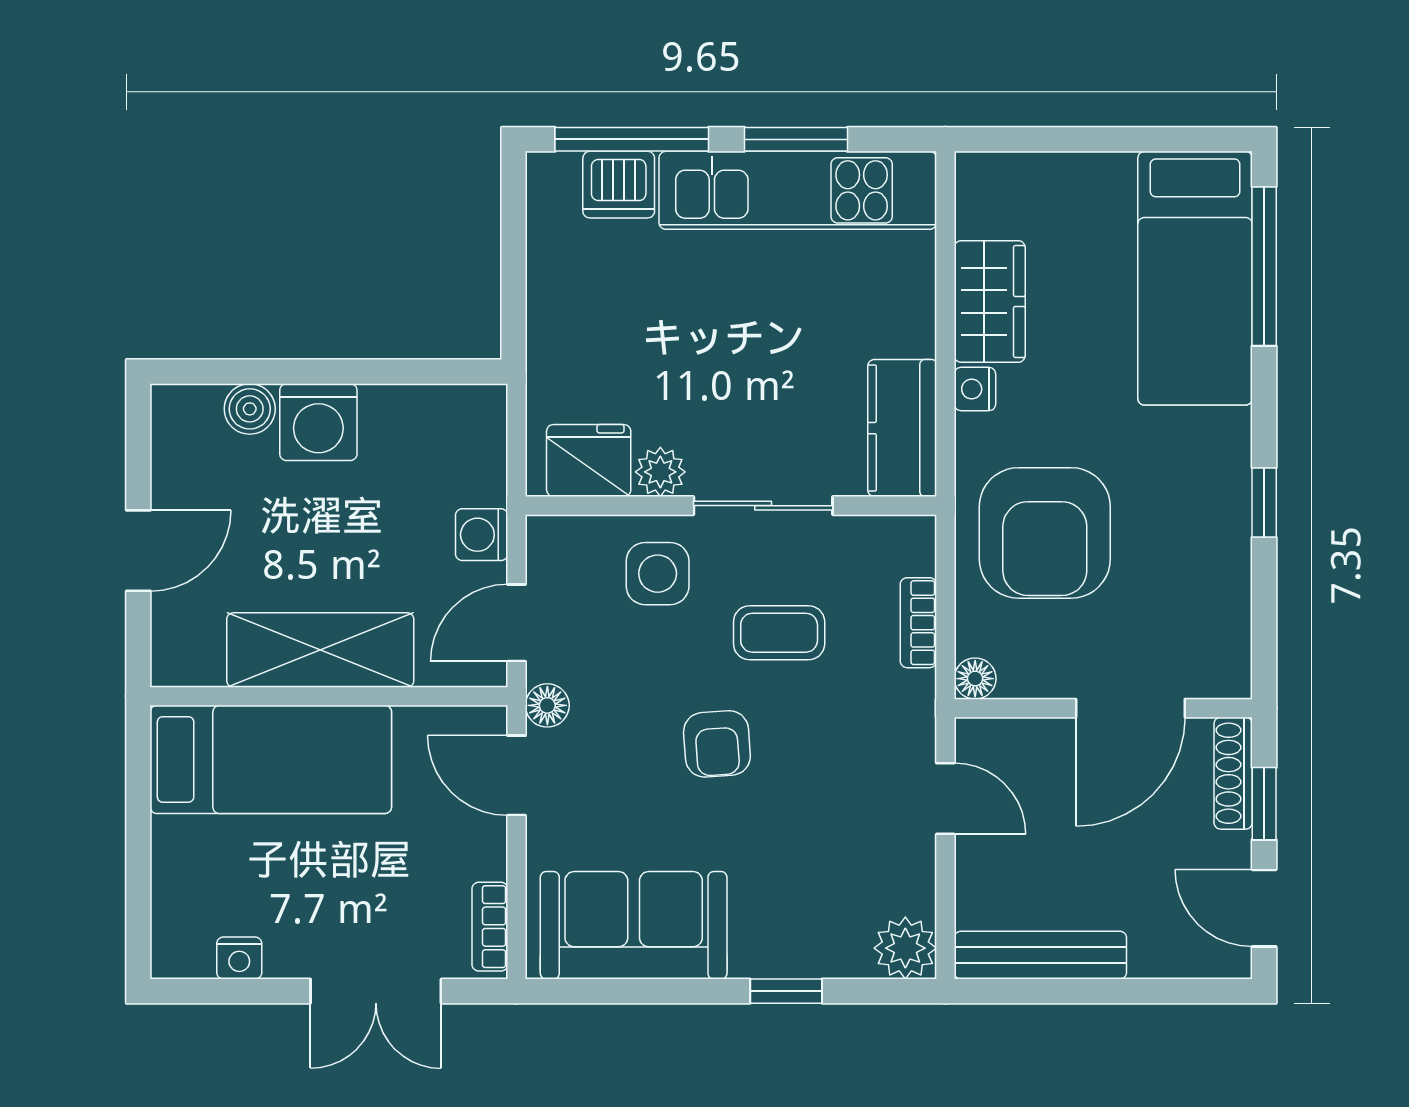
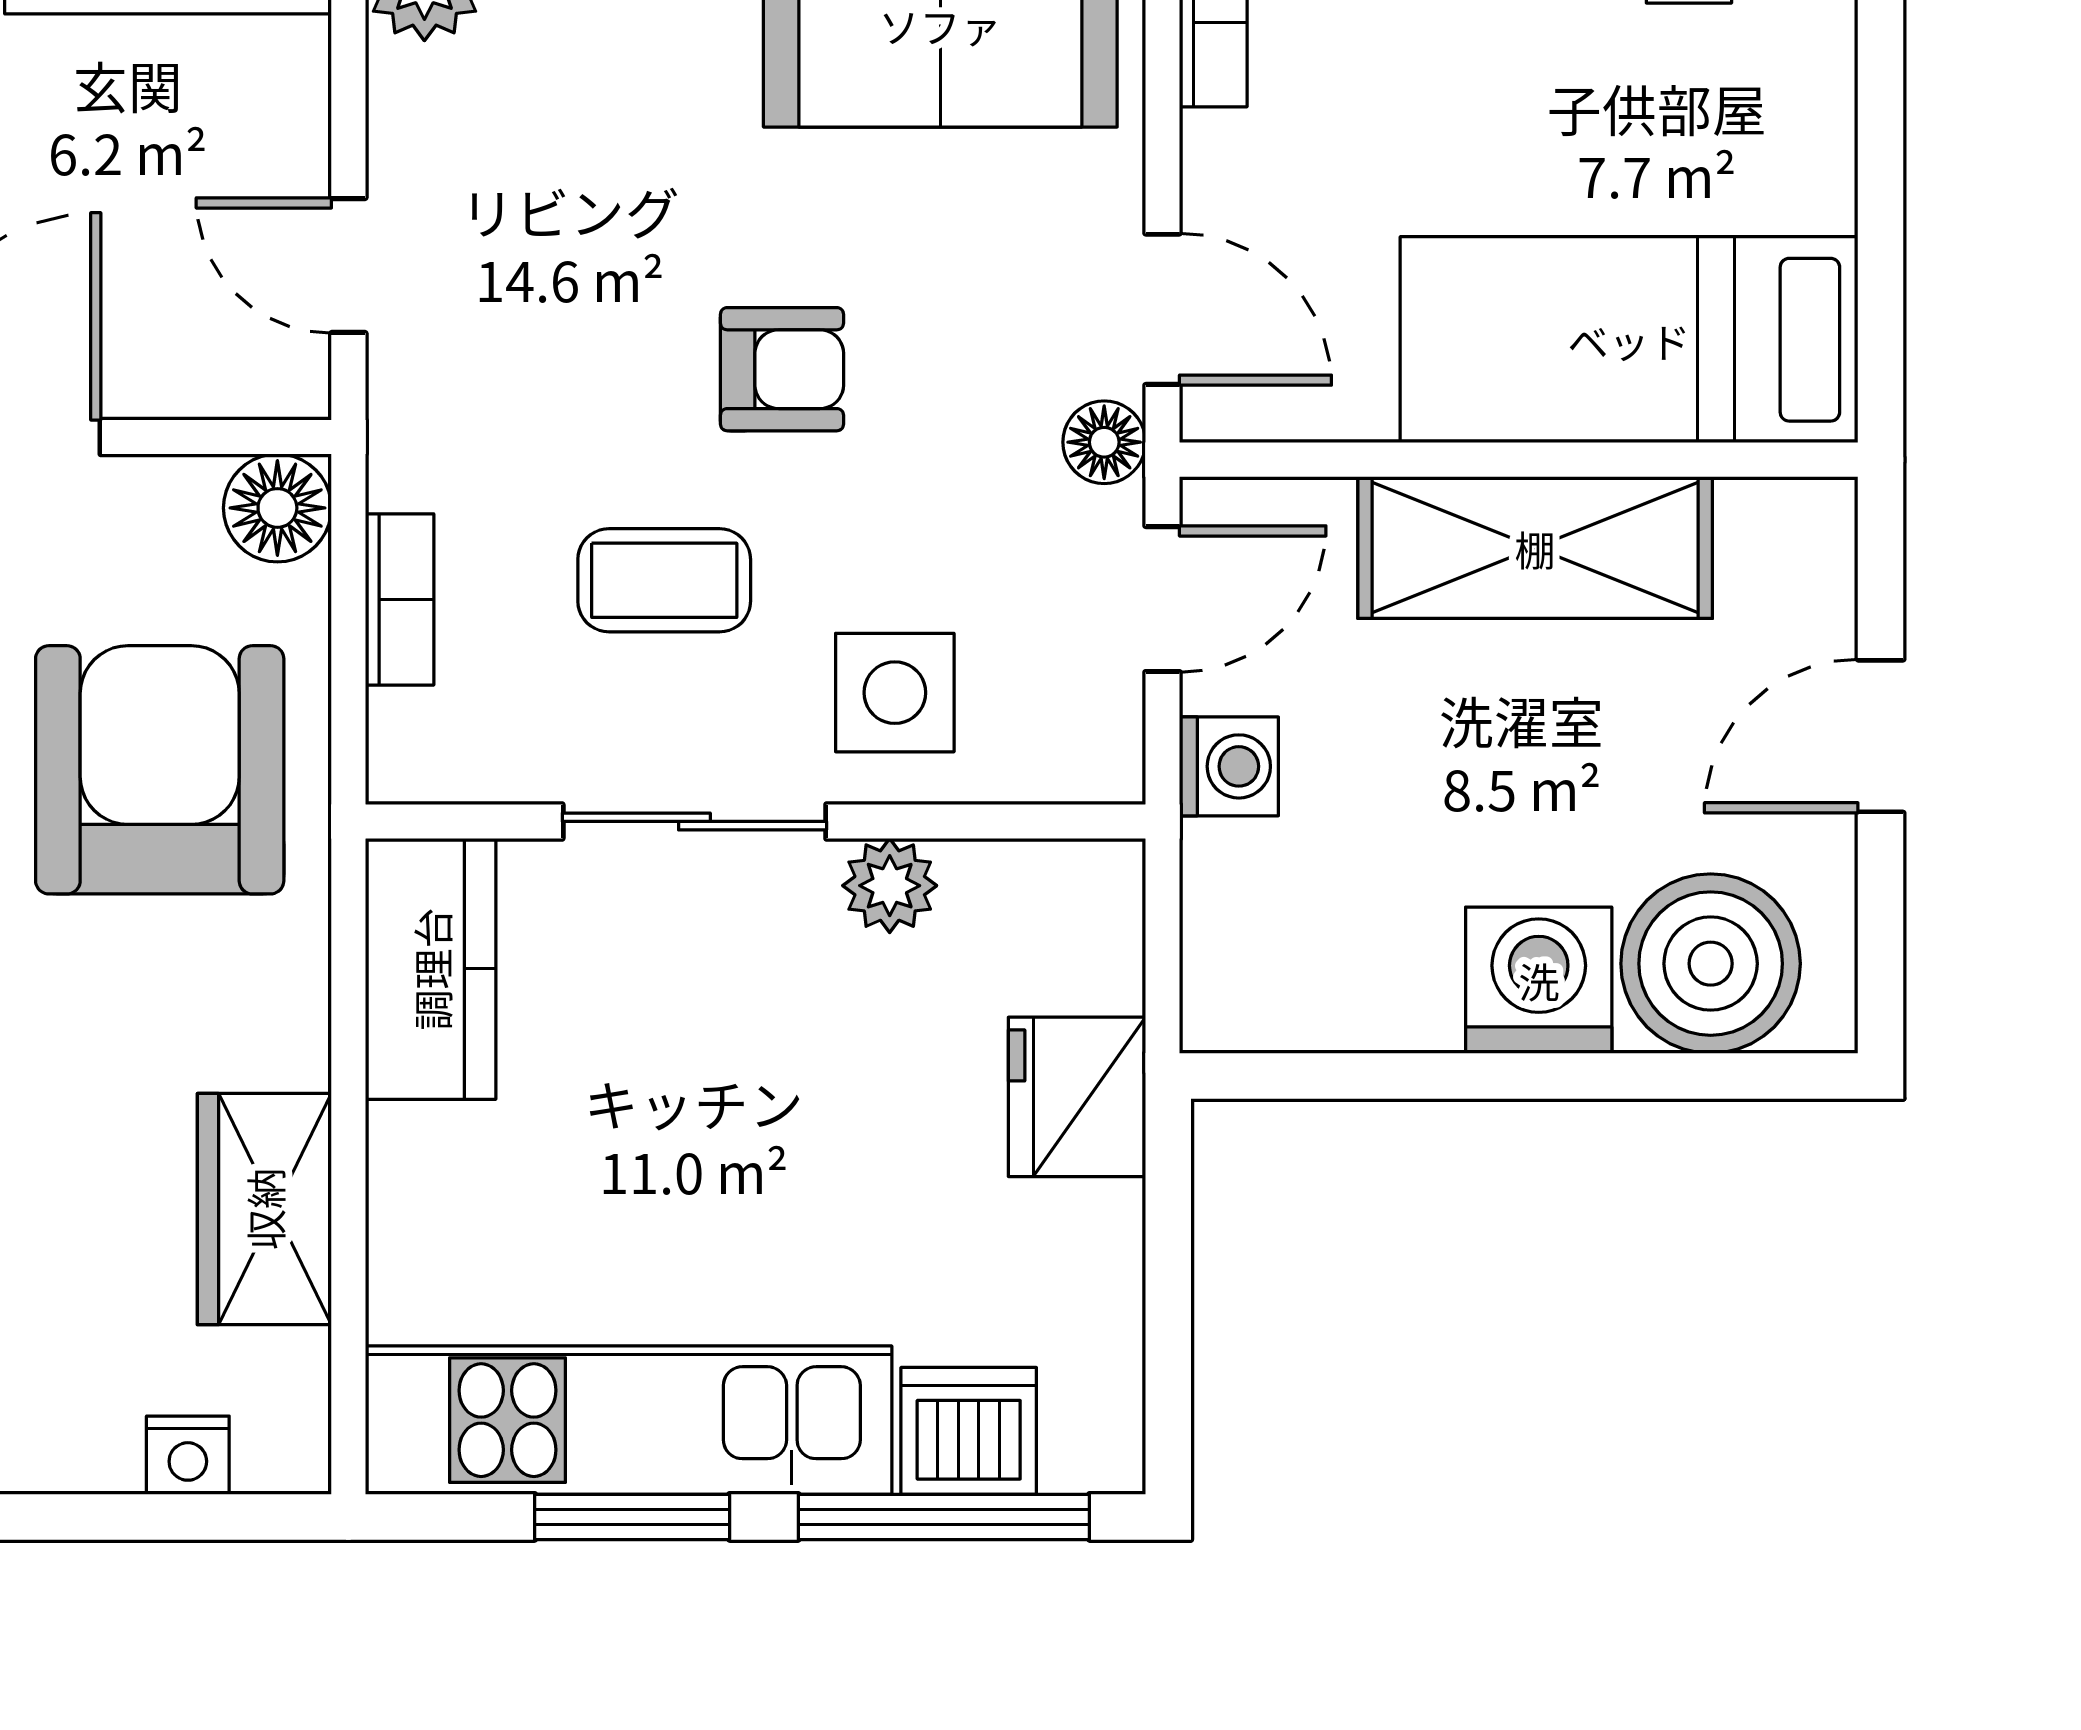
nightstand: (975, 389) -> (188, 1455), moved, turned 90
boiler: (250, 409) -> (1711, 964), width x1.86, depth x1.86
fridge: (589, 461) -> (1077, 1097), moved, turned 90
floor lamp: (975, 679) -> (277, 508), width x1.37, depth x1.37
armchair: (717, 744) -> (782, 369), turned 94

